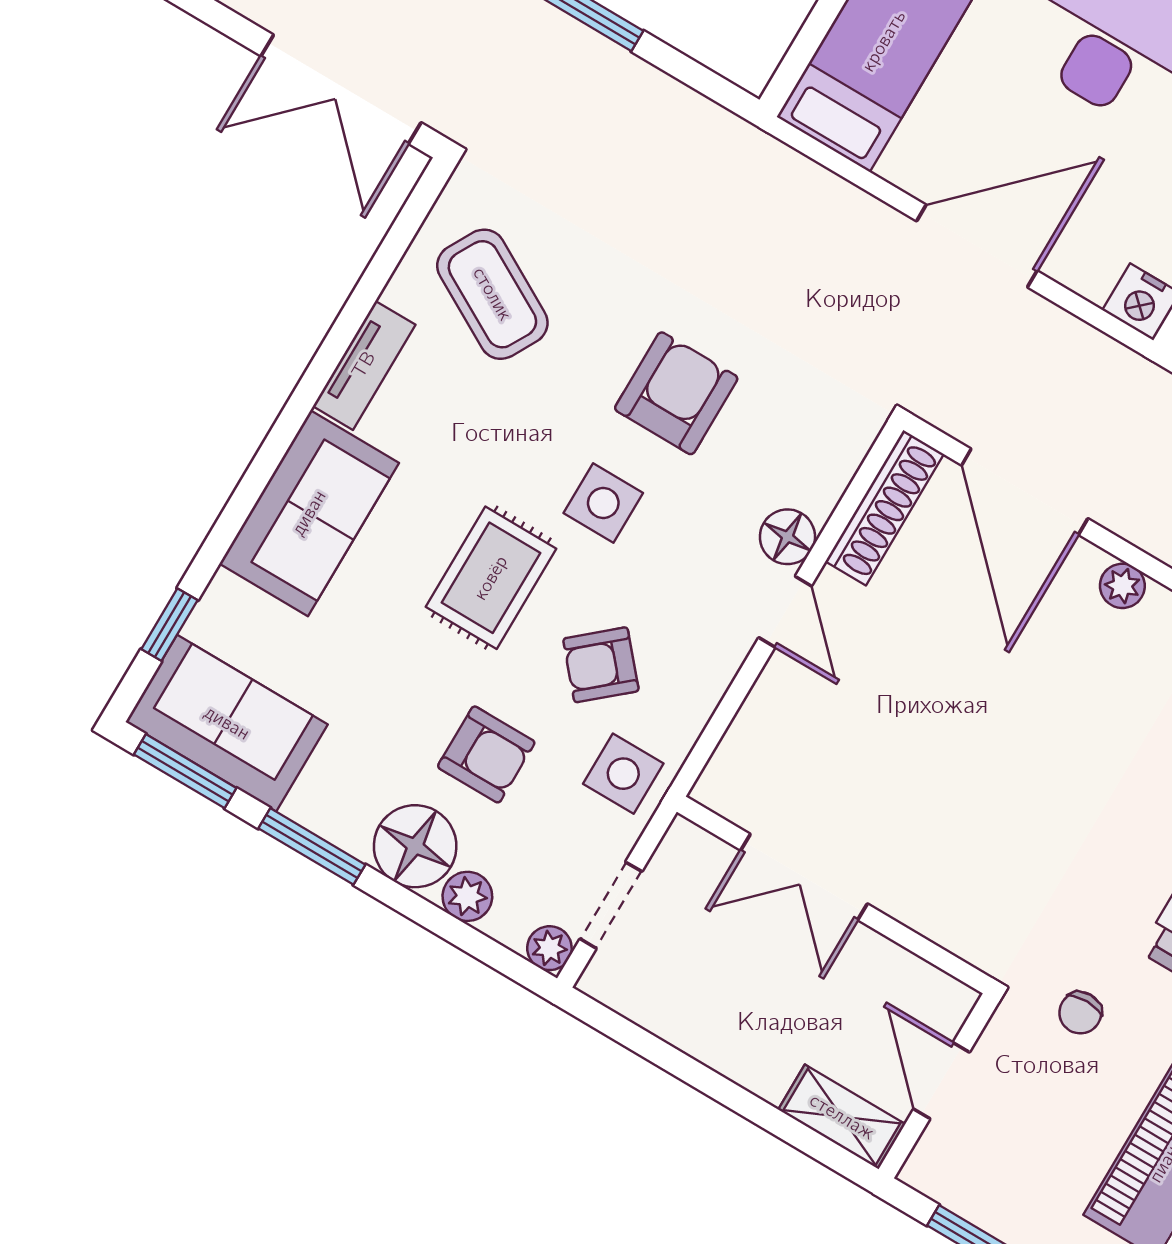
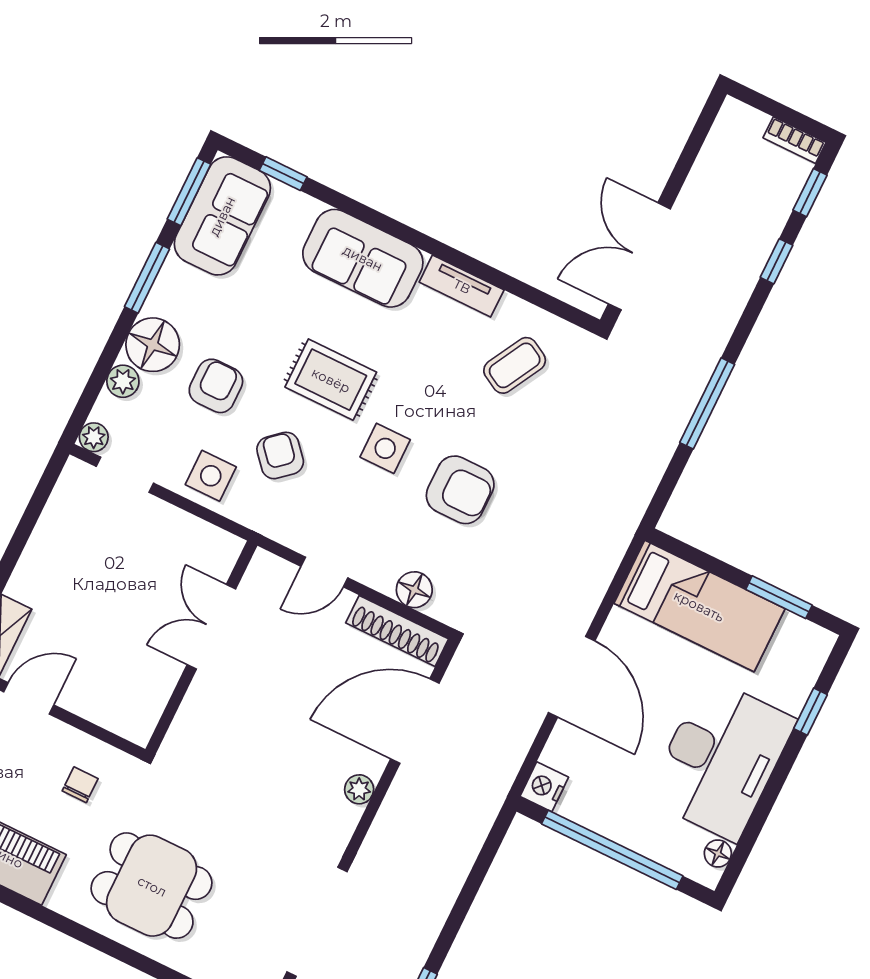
coffee table: (492, 294) -> (515, 365), width x0.73, depth x0.77
floor lamp: (787, 537) -> (414, 590), moved
armchair: (486, 754) -> (216, 386), turned 180
double door: (804, 877) -> (211, 627), moved
wall: (834, 895) -> (201, 647), moved
chair: (1080, 1013) -> (80, 785), turned 90

